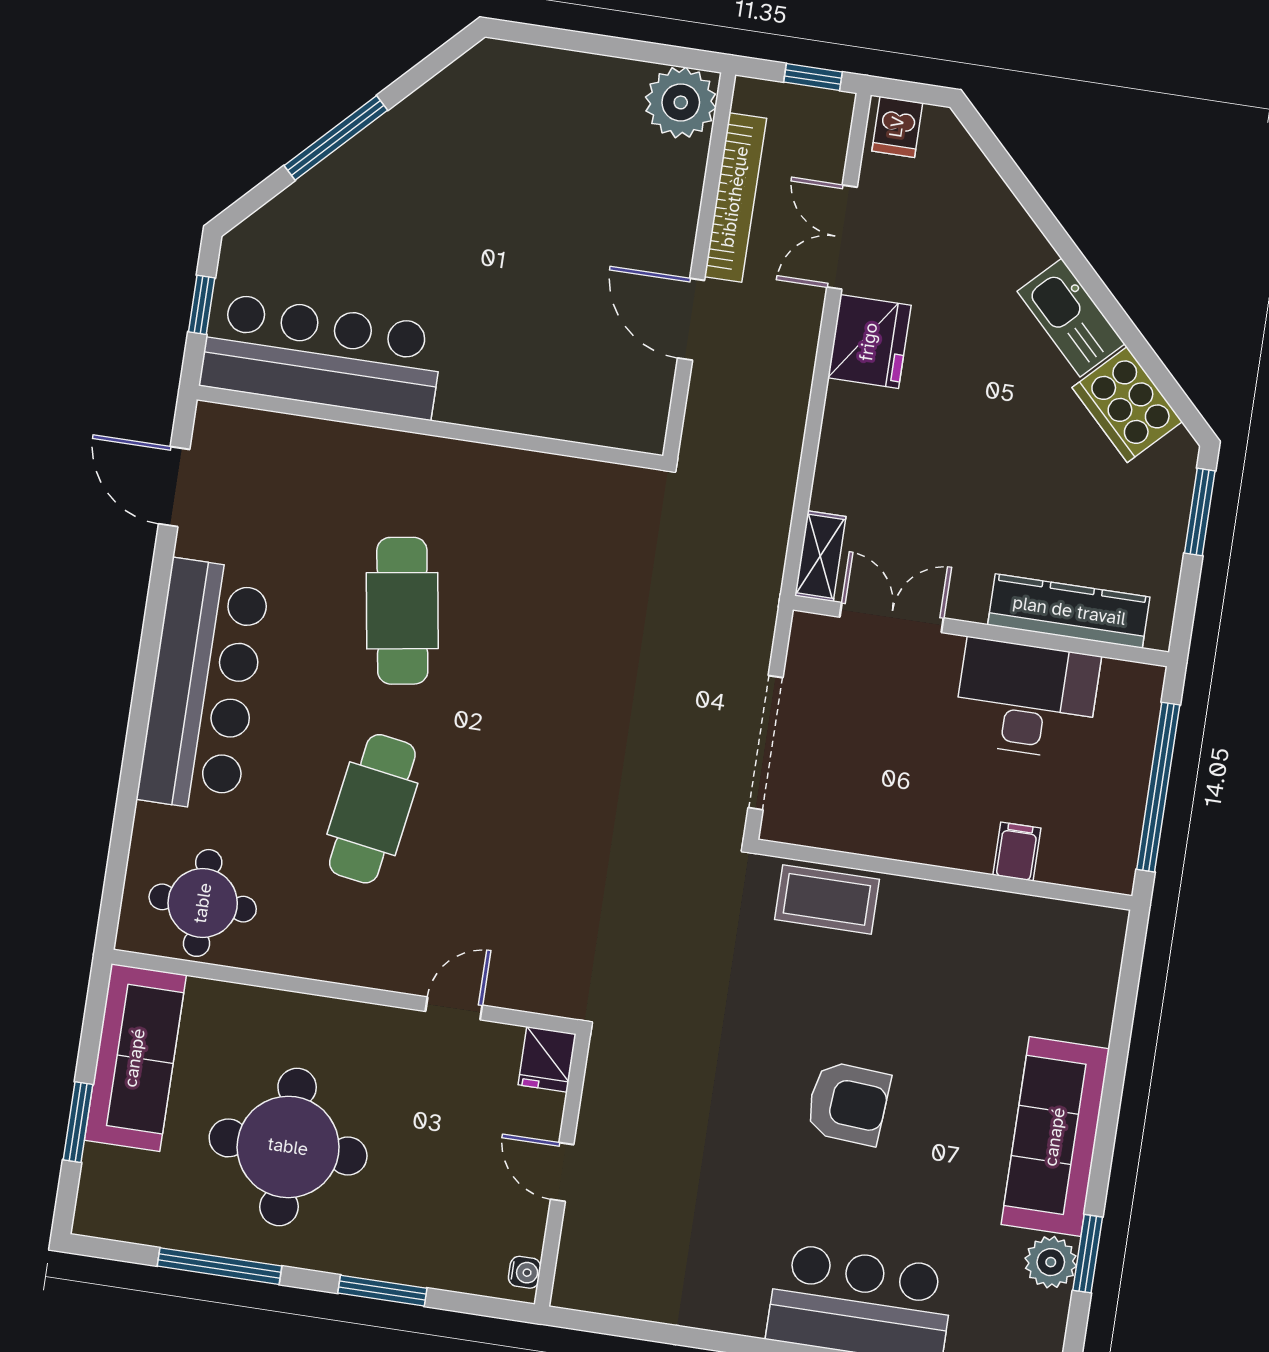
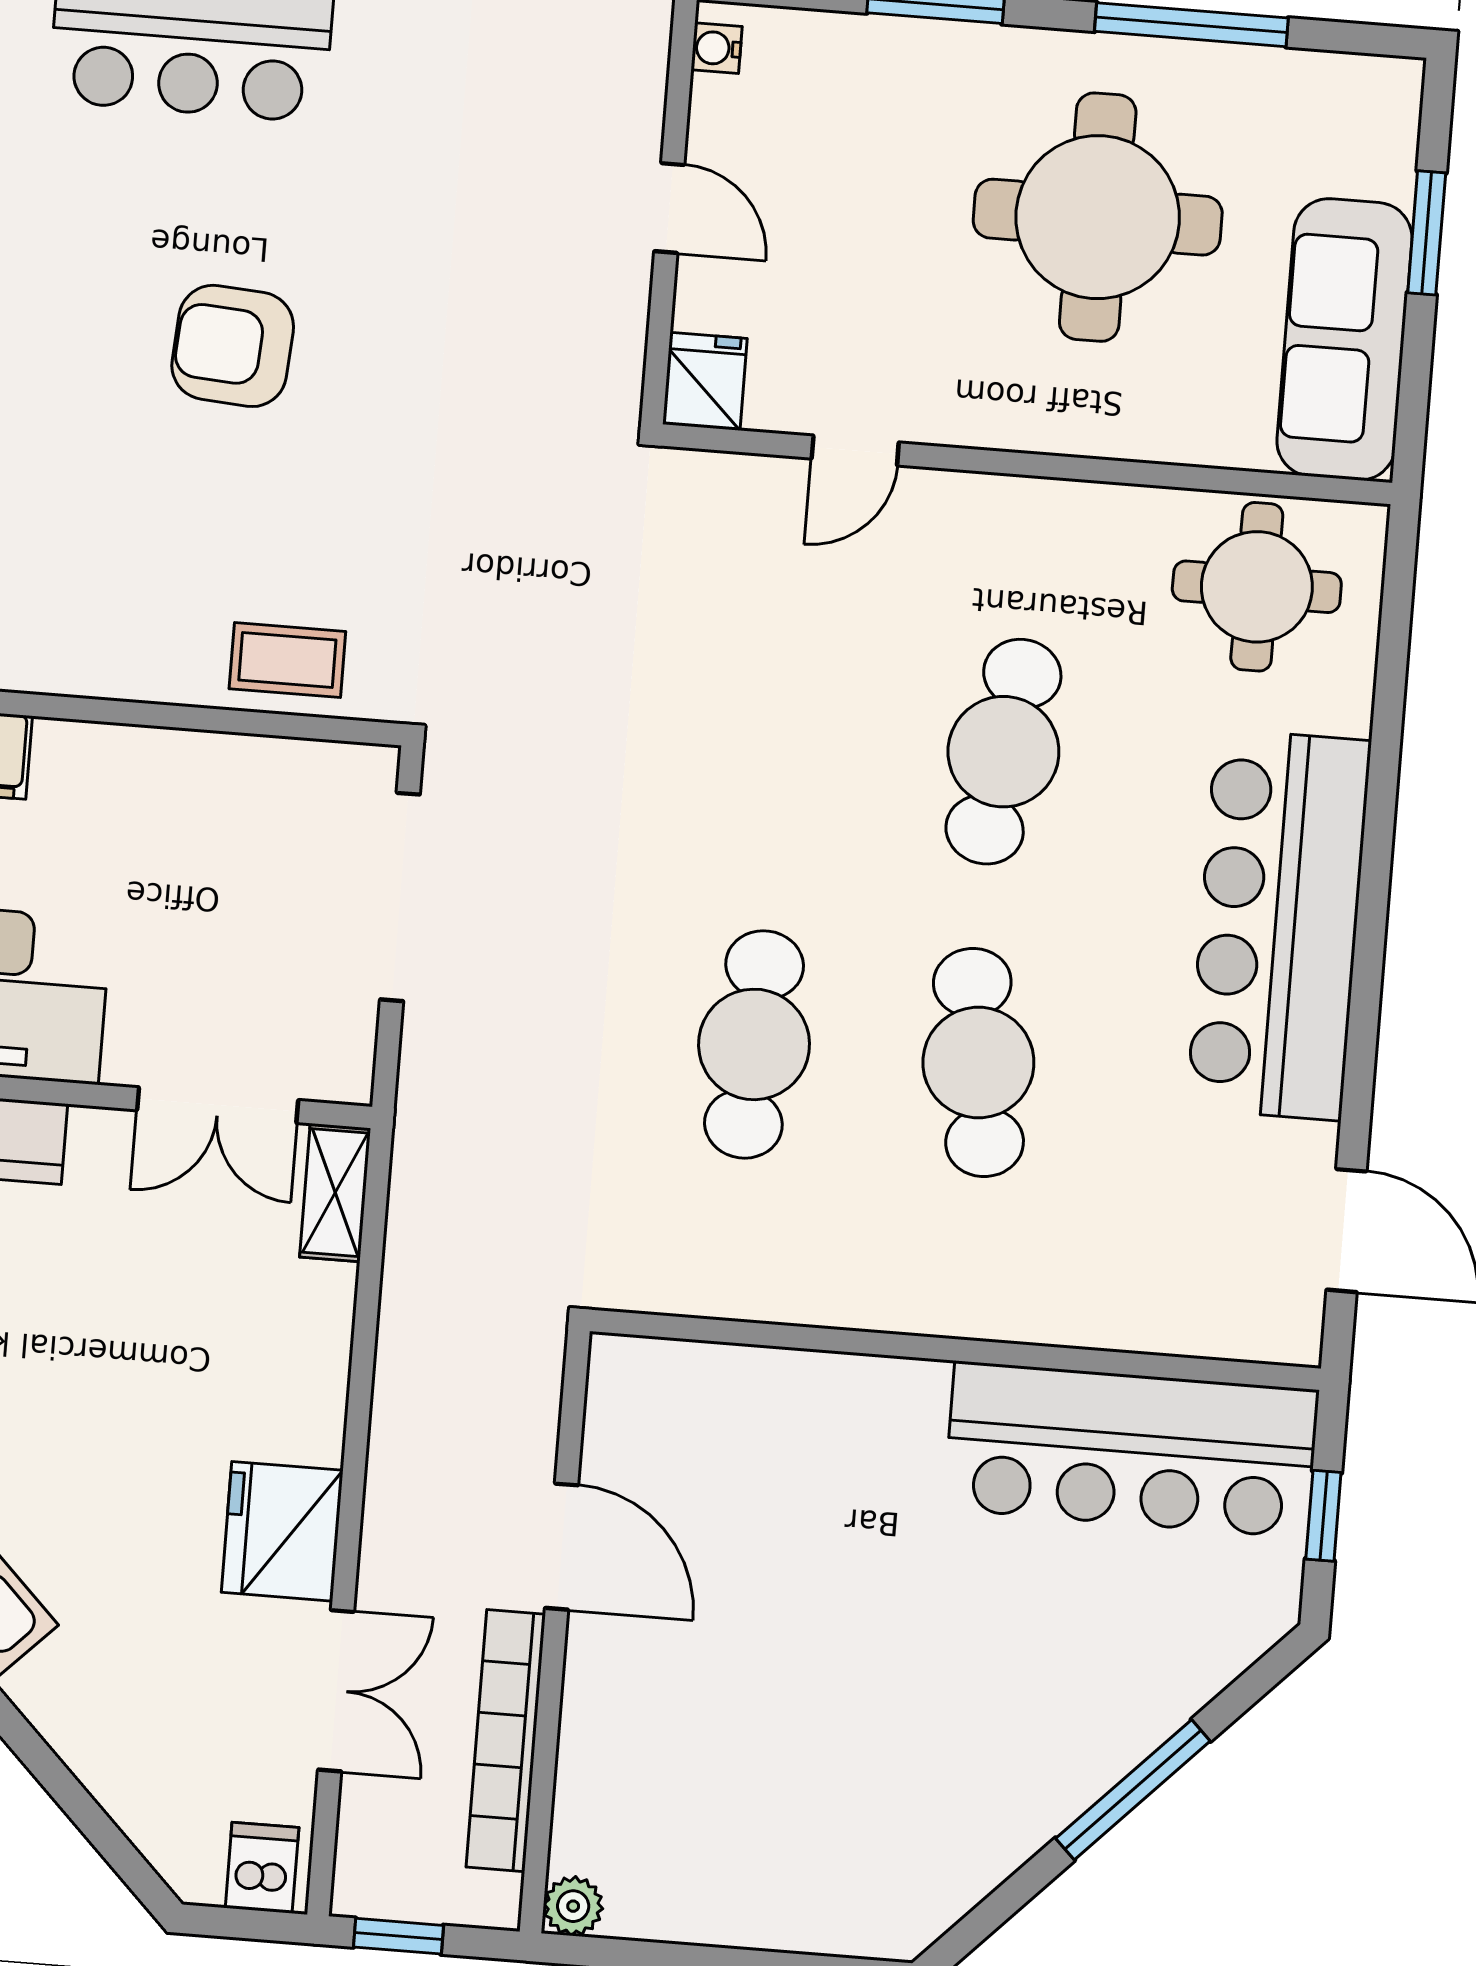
plant: (681, 102) -> (573, 1906), width x0.53, depth x0.53
cafe table: (545, 632) -> (754, 1044), added
coffee table: (827, 899) -> (287, 660), width x0.73, depth x0.77

